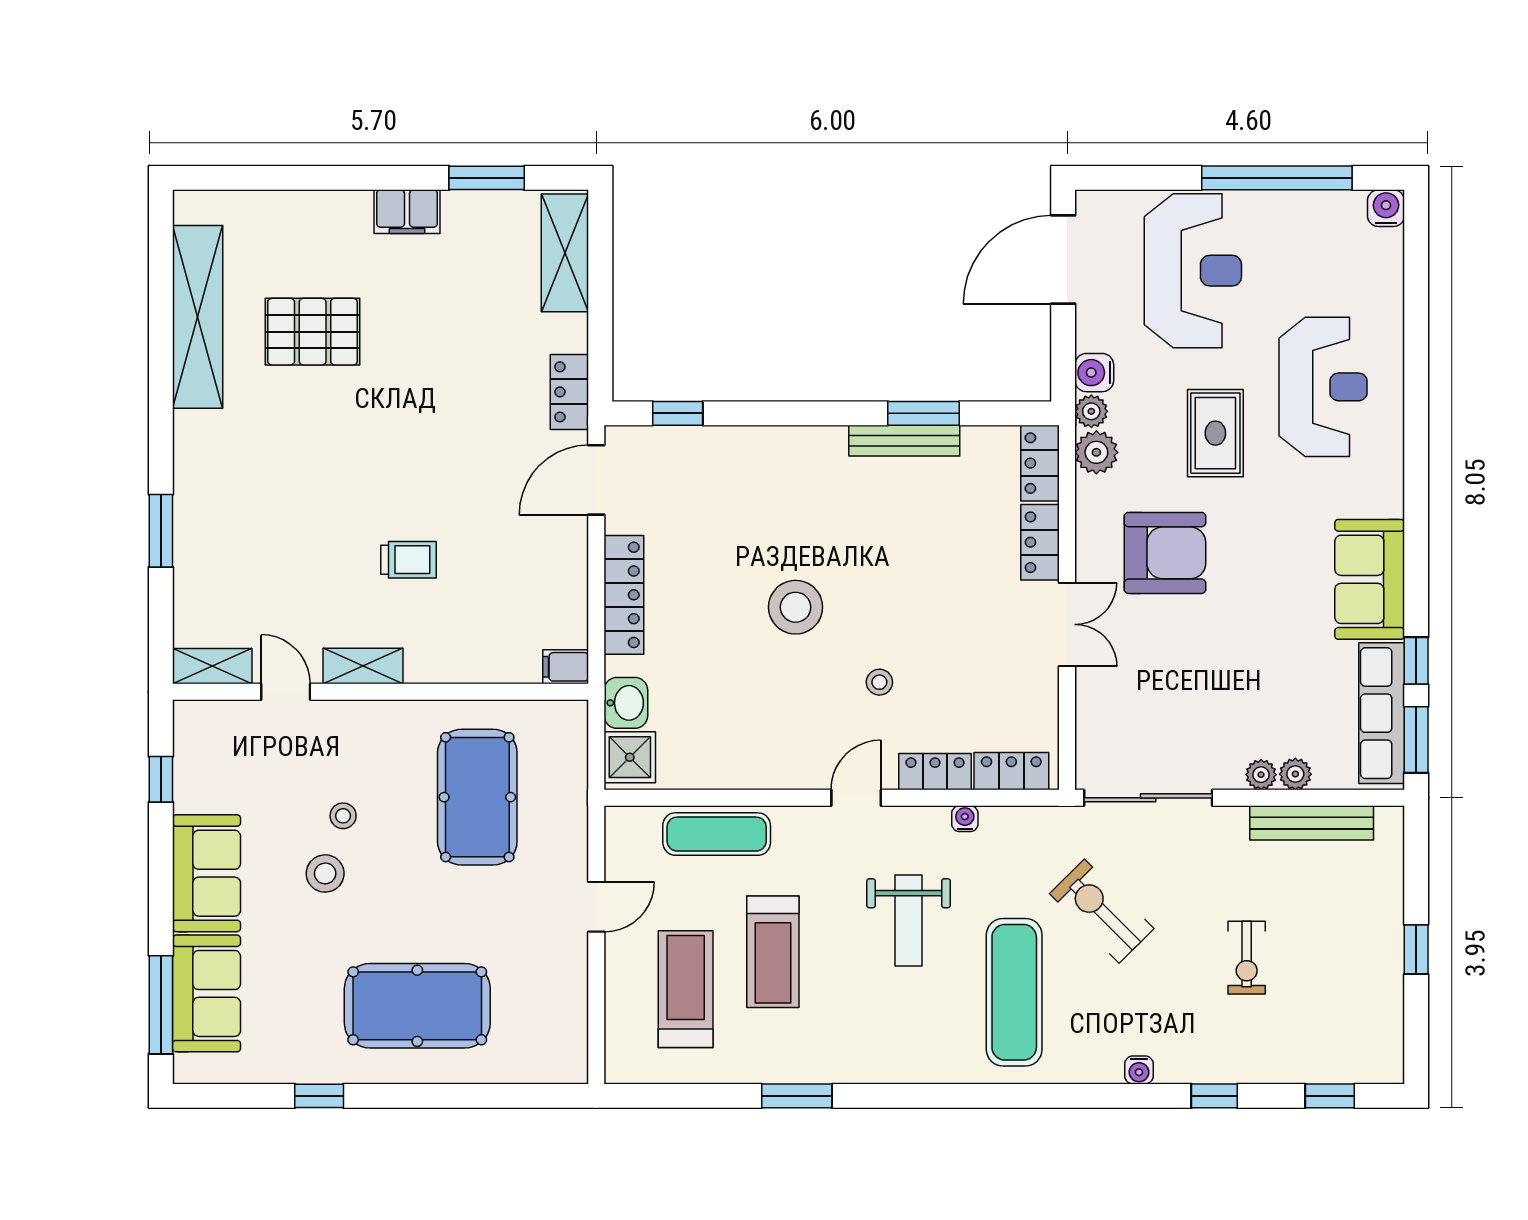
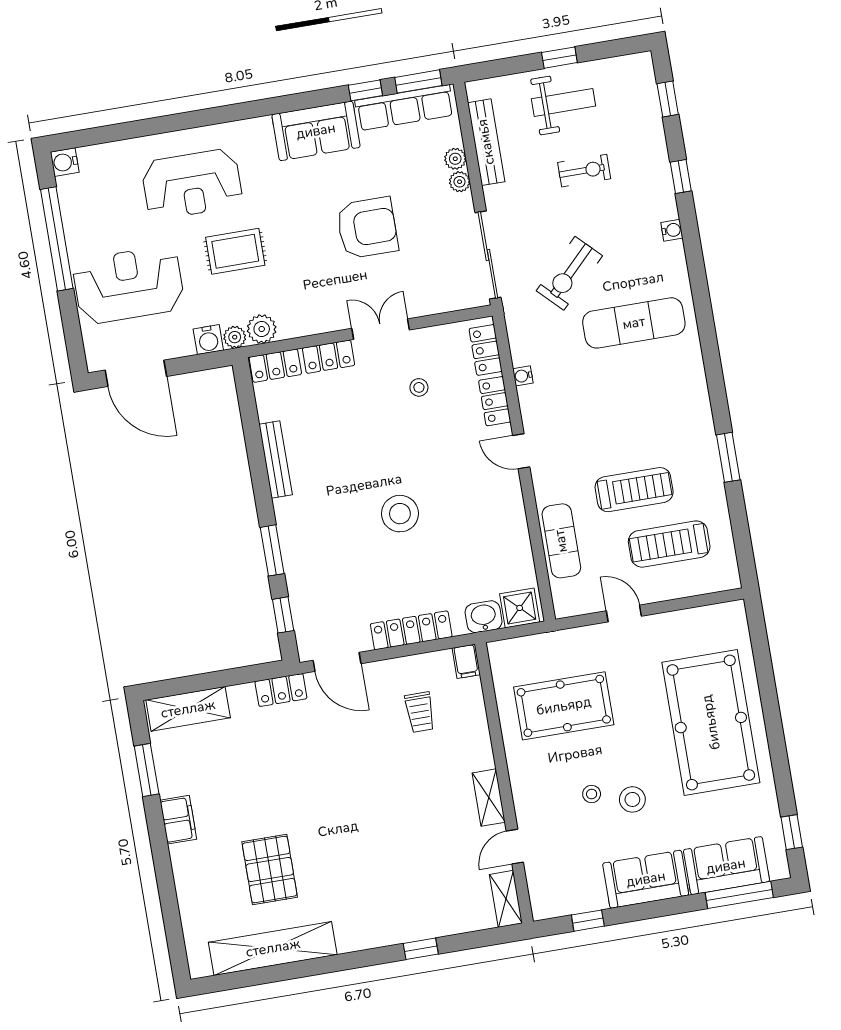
reception desk: (1323, 387) -> (192, 184), turned 180
window: (923, 413) -> (272, 550), moved
window: (161, 531) -> (421, 949), width x0.67
armchair: (1165, 553) -> (367, 228), moved, turned 90
trolley: (409, 560) -> (420, 712), moved, turned 180
stool: (879, 682) -> (419, 387), moved
weight bench: (909, 921) -> (564, 102), moved
pool table: (417, 1006) -> (711, 722), width x1.36, depth x1.32
window: (319, 1096) -> (792, 832), moved

